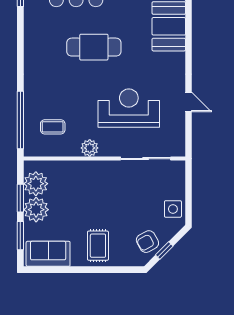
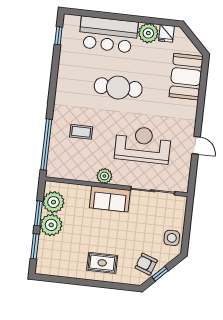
coffee table: (53, 127) -> (81, 132), moved
armchair: (147, 242) -> (146, 264), turned 49
rug: (98, 246) -> (102, 263), turned 90
sofa: (48, 254) -> (110, 199), moved, turned 180

